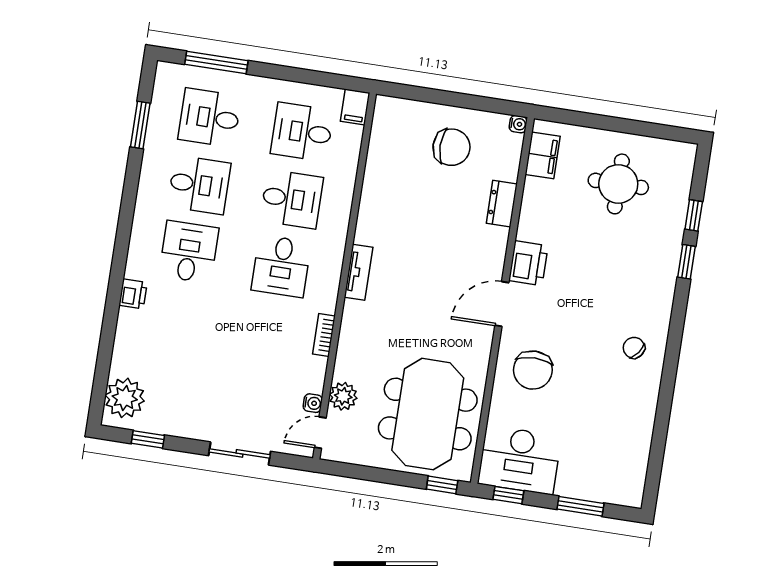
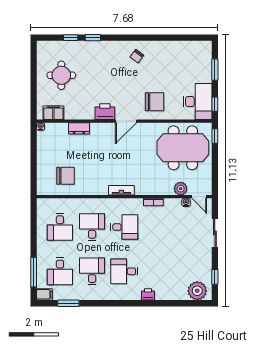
filing cabinet: (355, 107) -> (44, 294), moved
chair: (451, 147) -> (66, 176), moved, turned 90
door: (502, 304) -> (126, 121), hinge flipped

